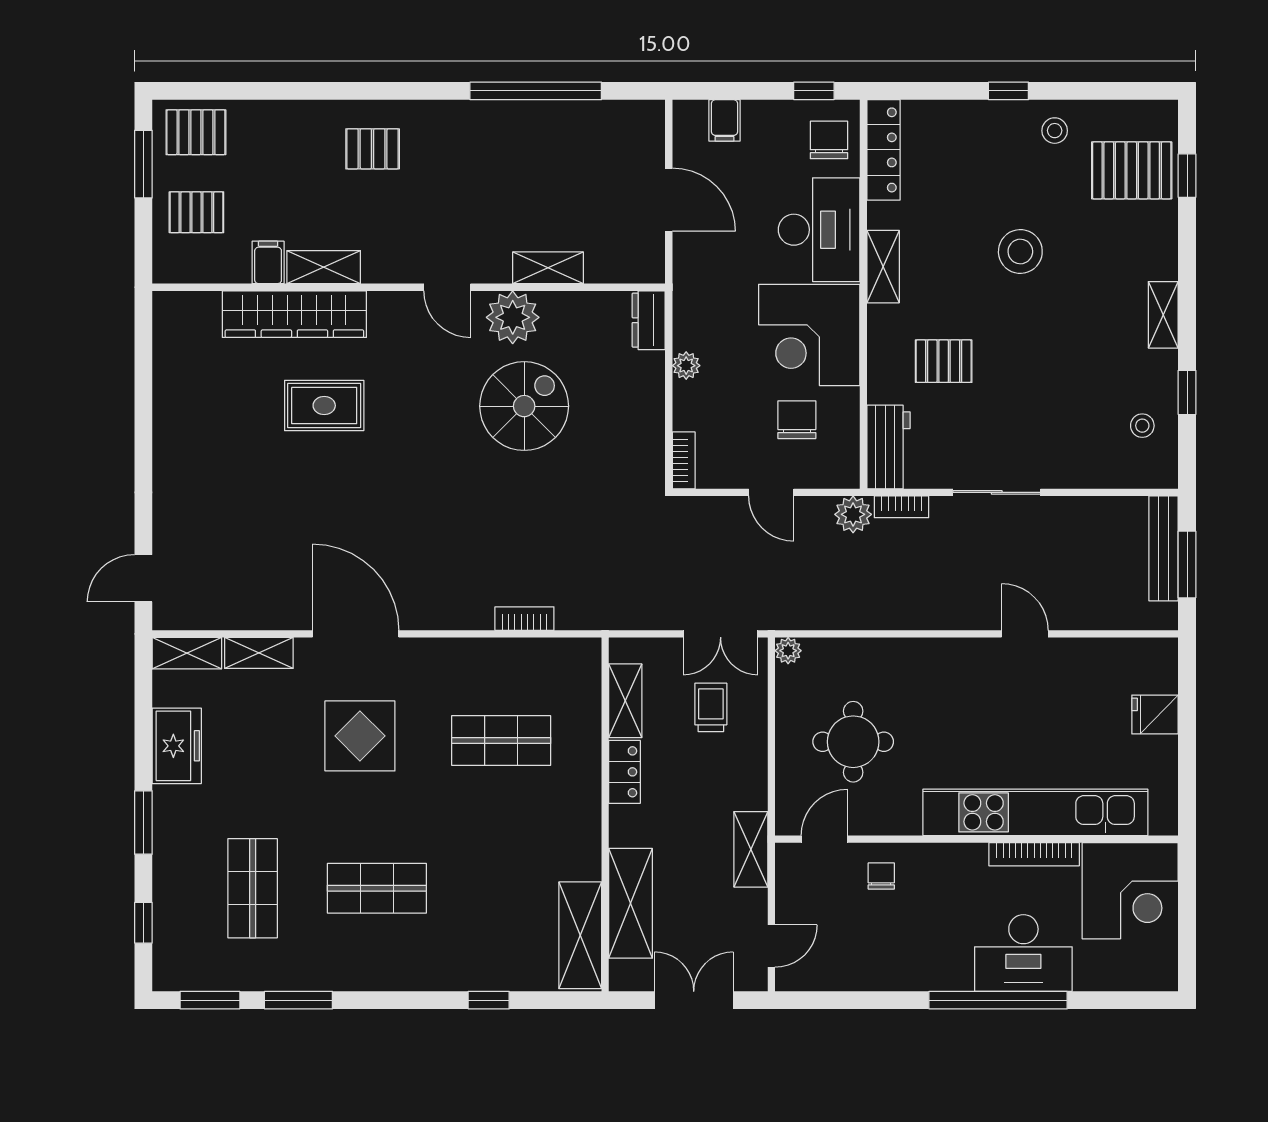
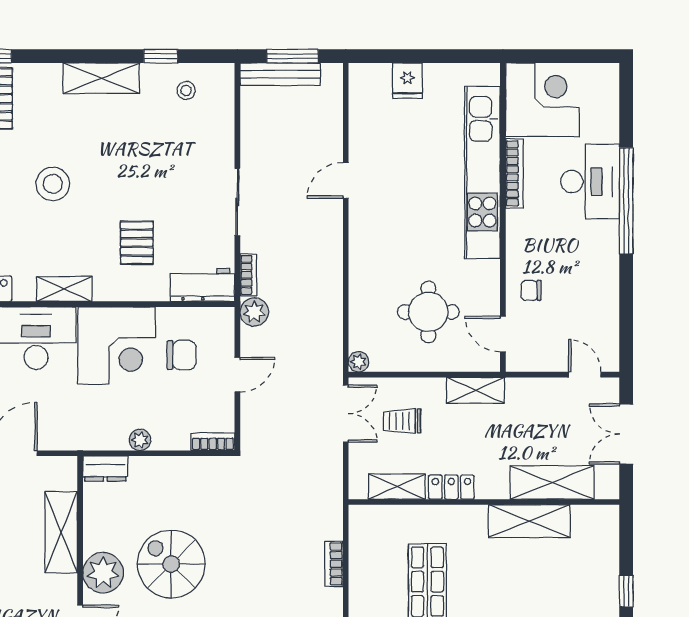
shelving: (548, 268) -> (61, 532), width x1.50, depth x1.33
shelving: (1163, 315) -> (101, 78), width x1.50, depth x1.33
chair: (797, 420) -> (182, 355), turned 180
shelving: (751, 849) -> (476, 390), moved
shelving: (580, 935) -> (529, 521), moved

